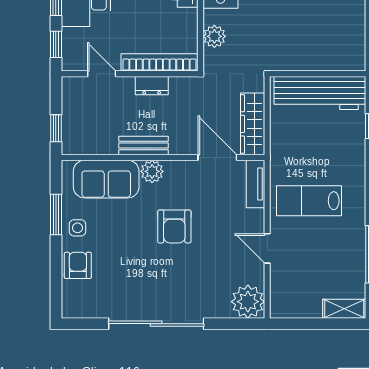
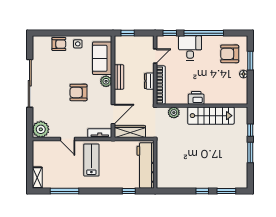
window: (56, 215) -> (84, 33), removed
door: (267, 248) -> (67, 139), swing flipped

